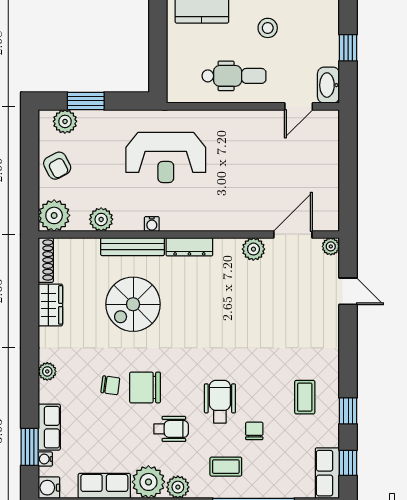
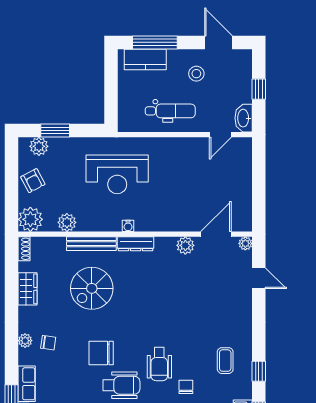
water cooler: (152, 224) -> (128, 226), moved
shoe rack: (46, 260) -> (24, 249), width x0.70
chair: (110, 385) -> (48, 343), moved
wheelchair: (220, 402) -> (159, 364), turned 180
wheelchair: (171, 429) -> (121, 385), width x1.36, depth x1.37

